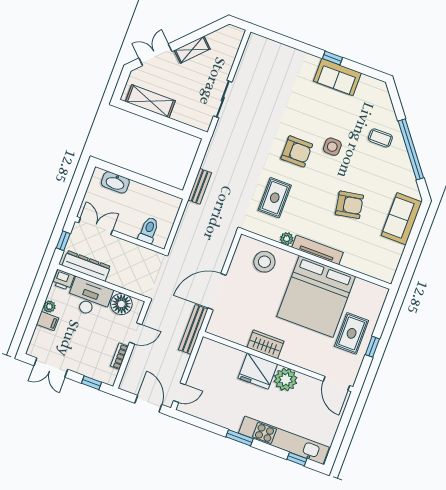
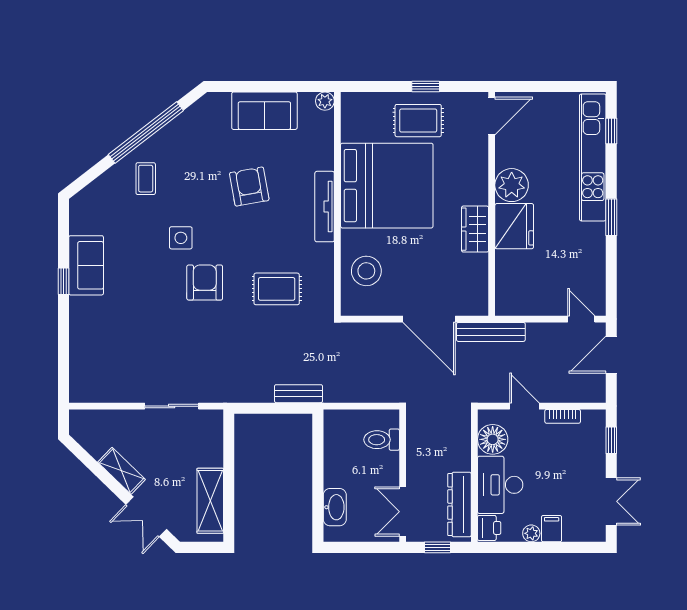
sofa: (402, 219) -> (264, 111), moved
plant: (287, 239) -> (325, 101), moved

